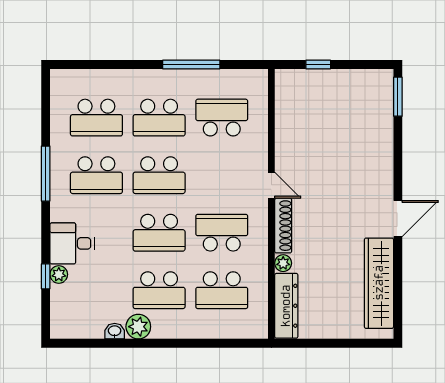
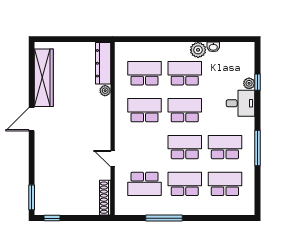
window: (318, 65) -> (52, 218), moved
door: (271, 185) -> (113, 159), moved
shoe rack: (283, 226) -> (105, 198), moved
school desk: (222, 233) -> (145, 110), turned 180

